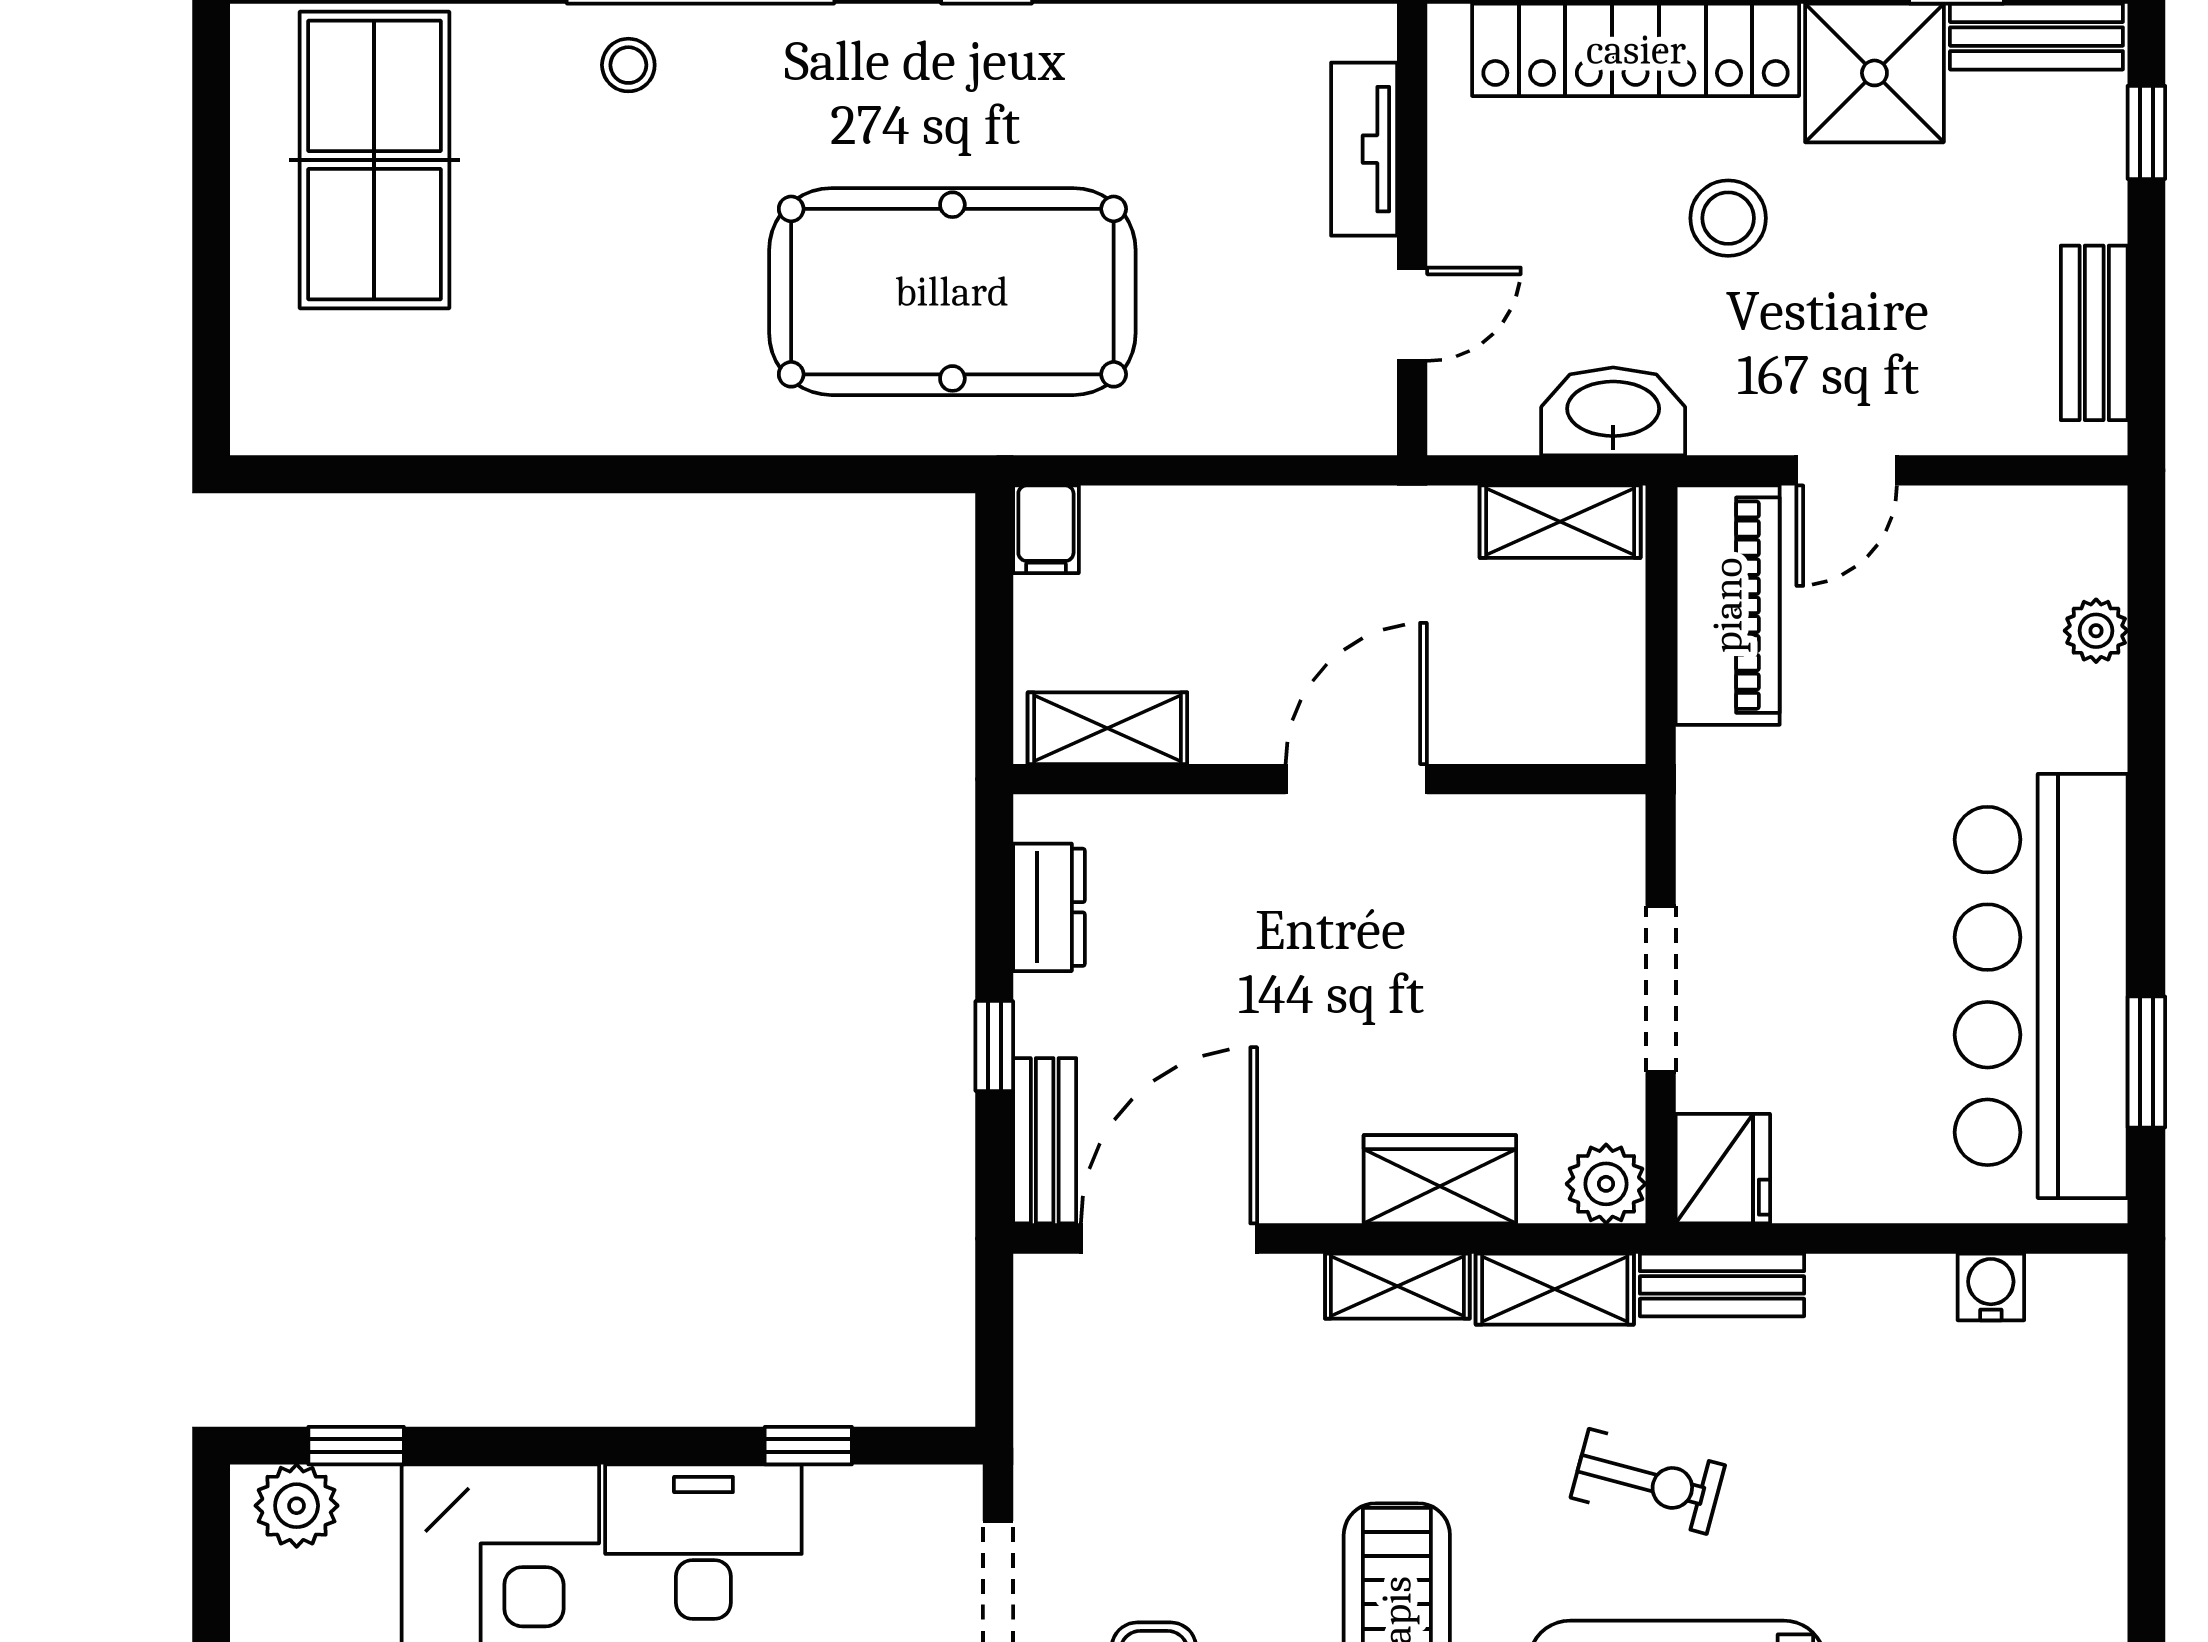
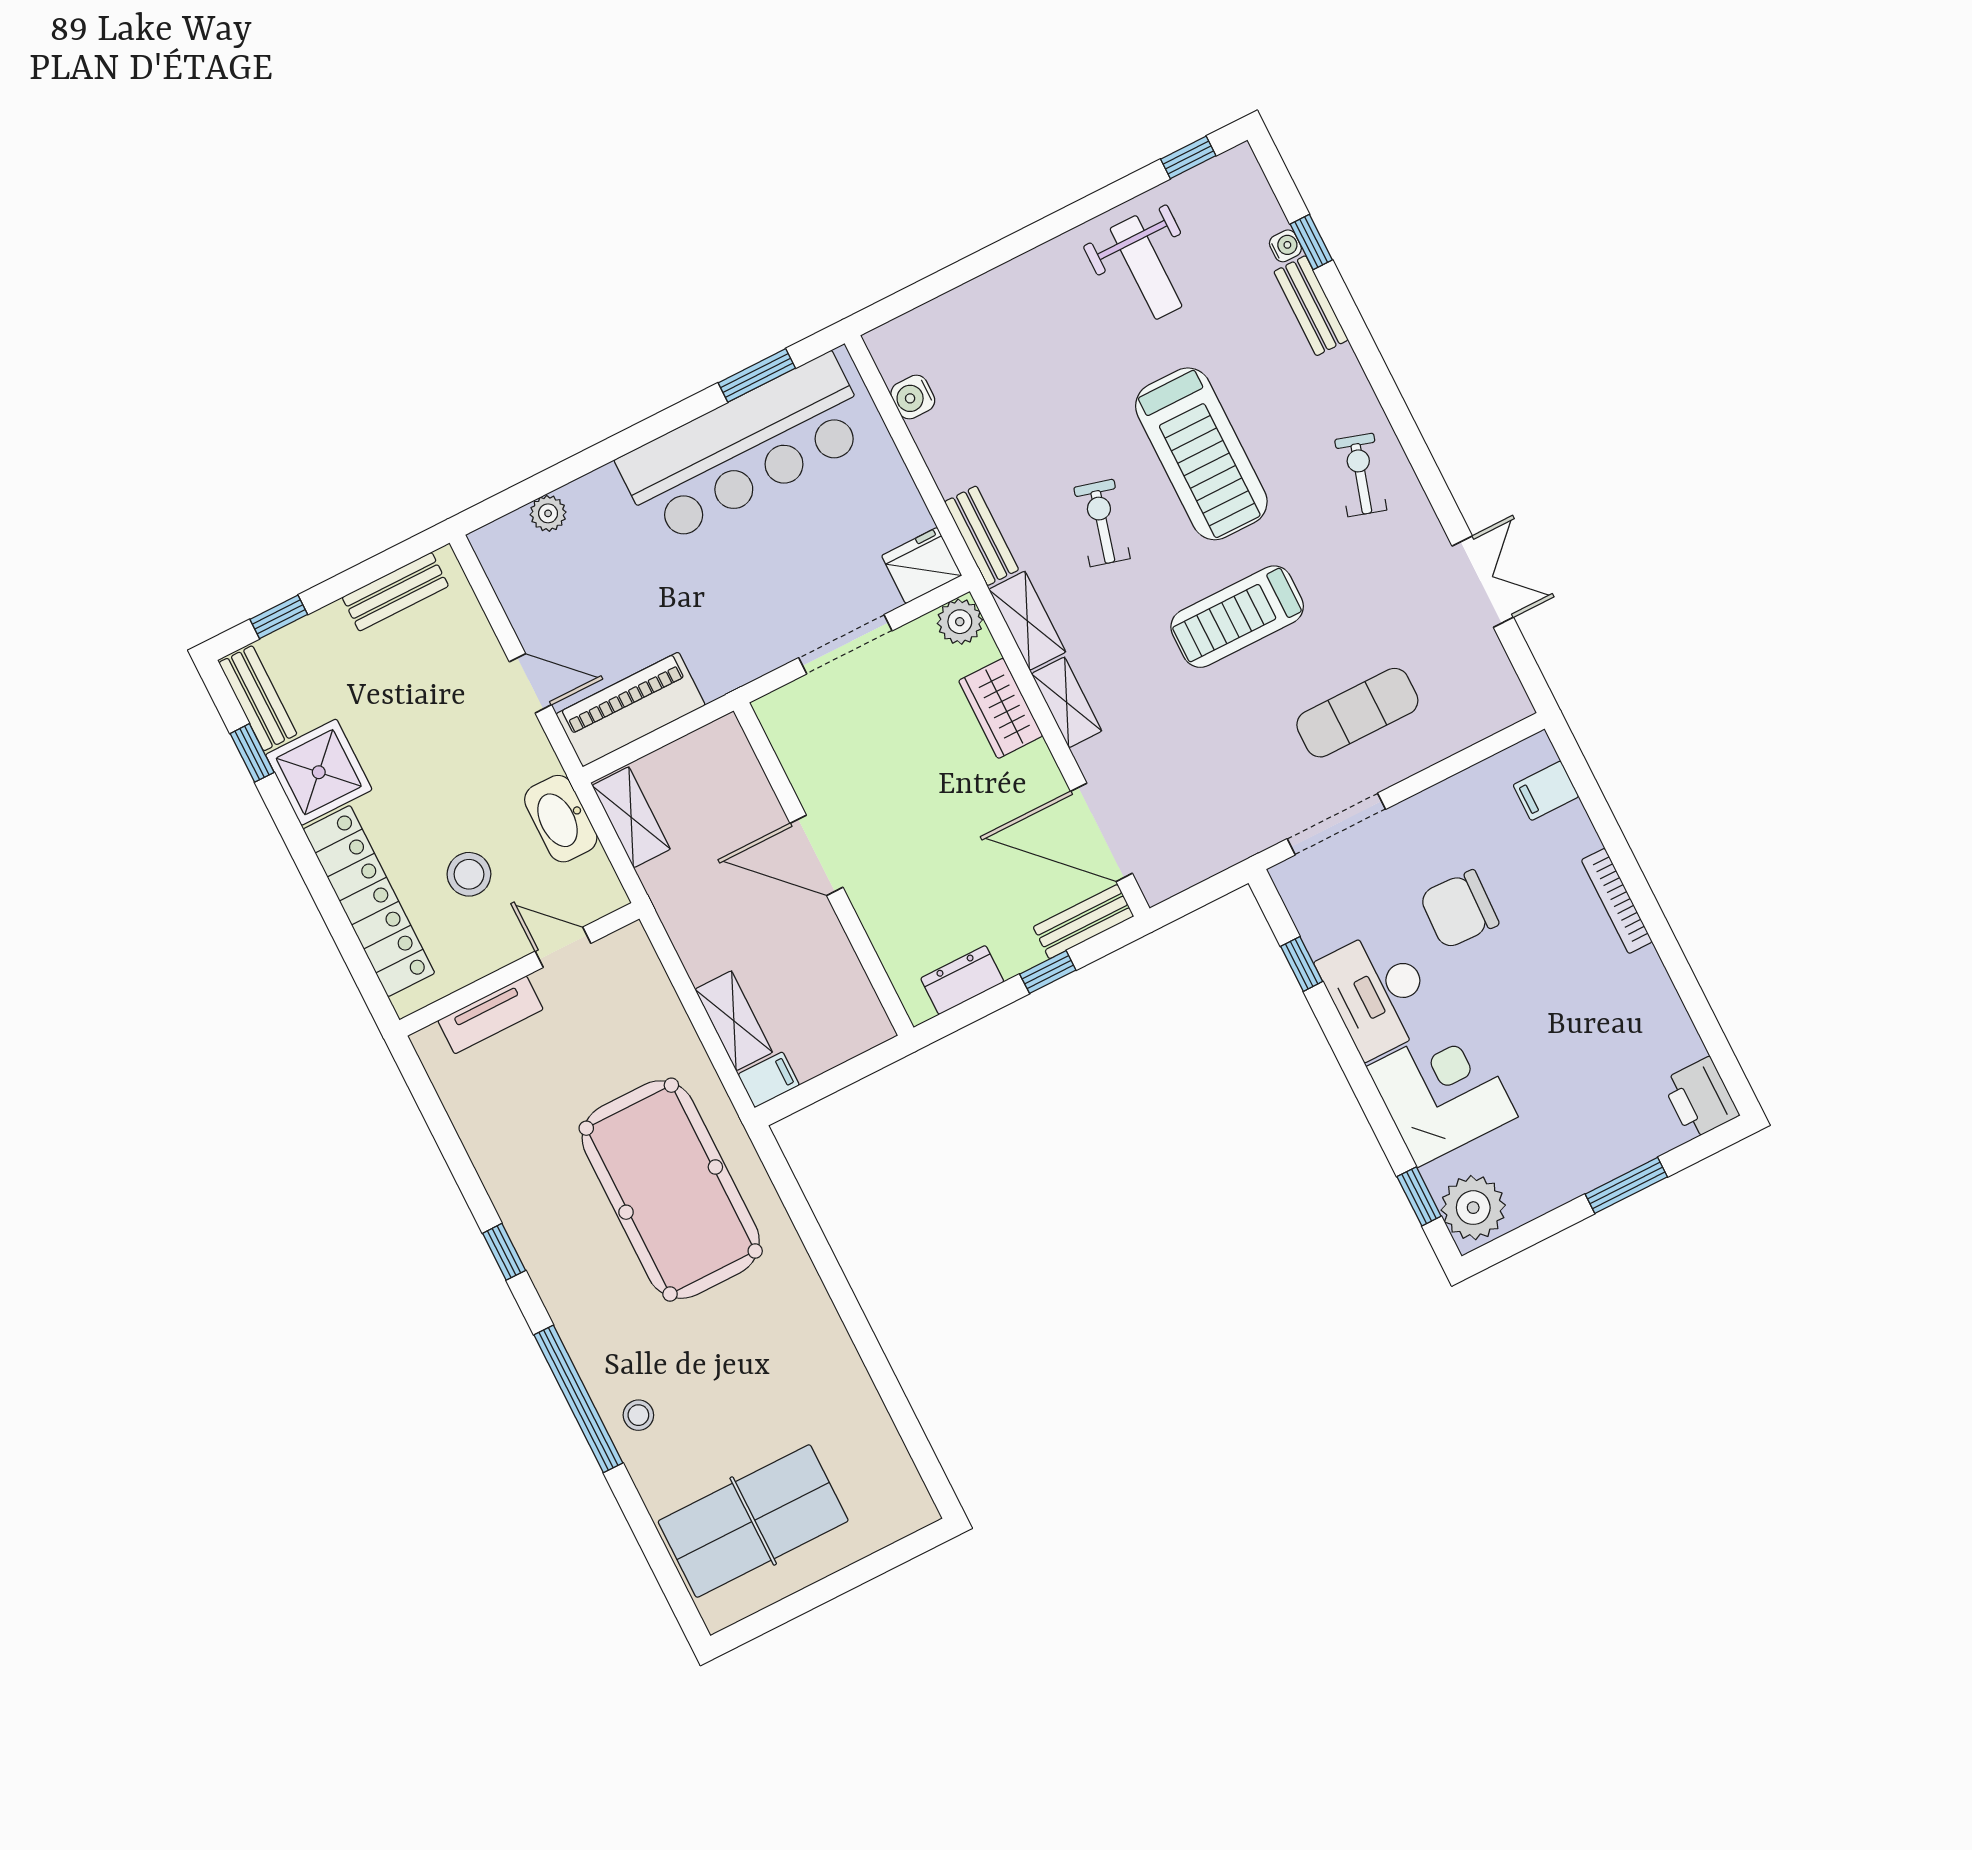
stool: (1728, 218) -> (469, 874), moved
shelving: (1107, 728) -> (734, 1021), moved
plant: (297, 1506) -> (1473, 1208), width x1.36, depth x1.36

